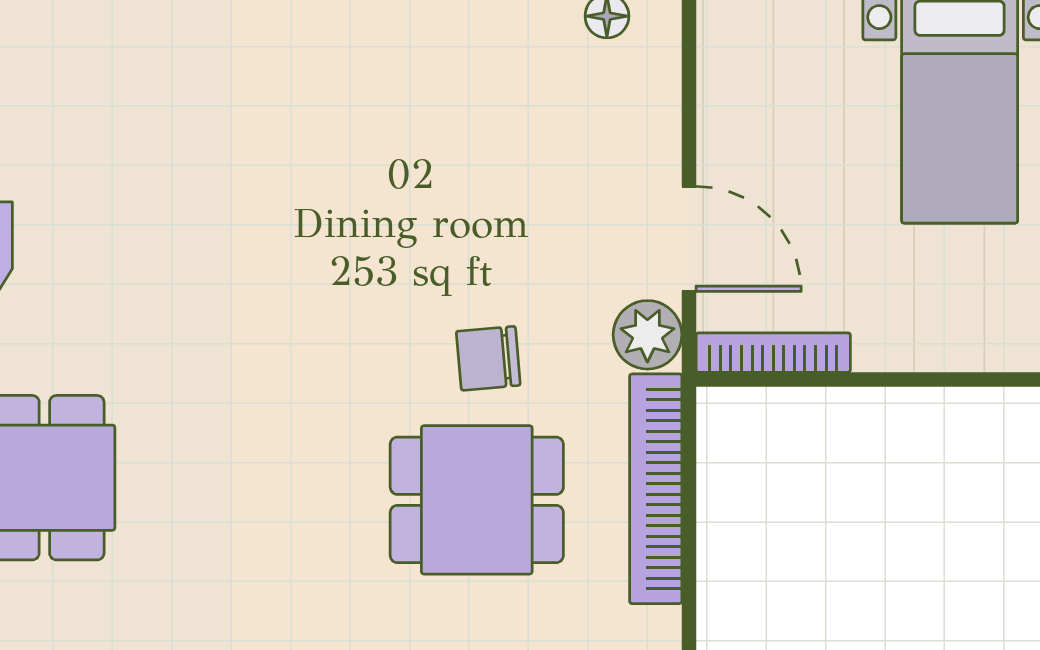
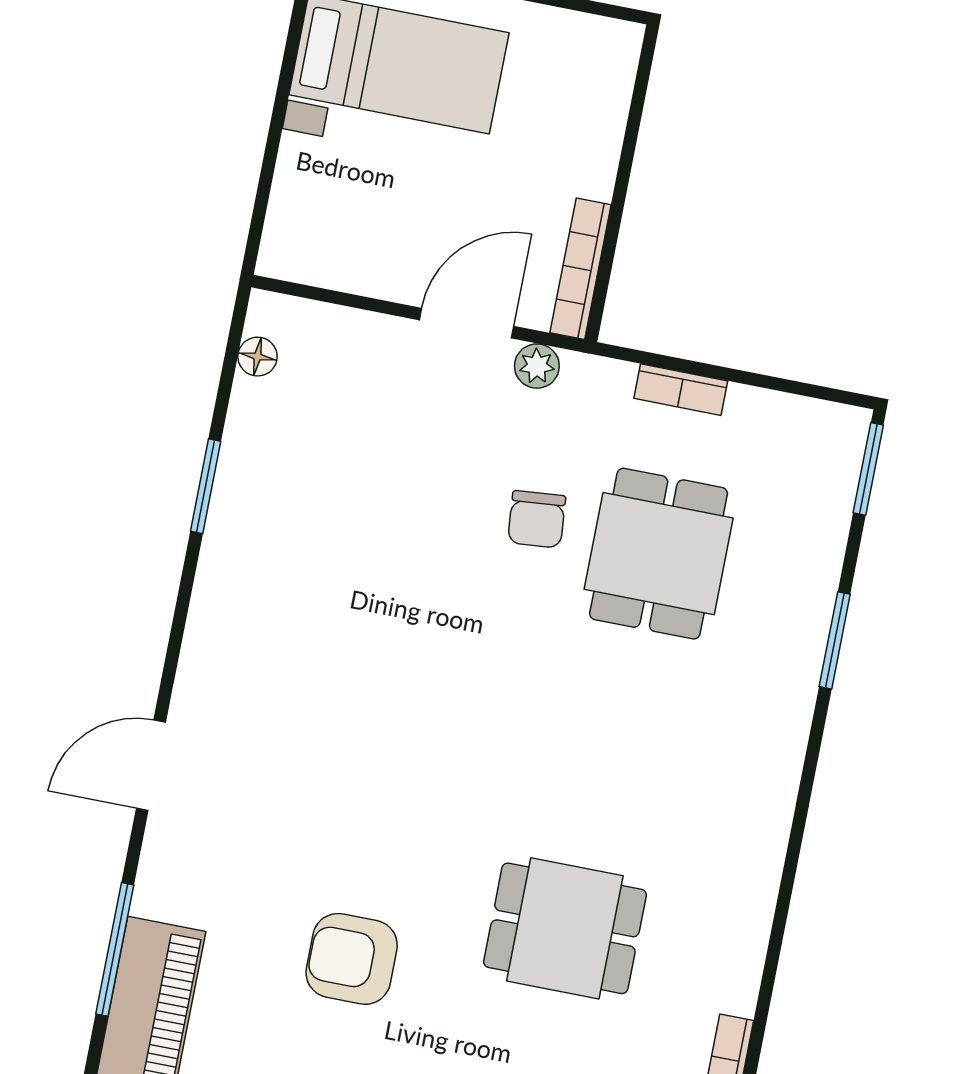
plant: (647, 335) -> (537, 366), width x0.73, depth x0.73
bookcase: (656, 489) -> (681, 390), width x0.43, depth x0.76

